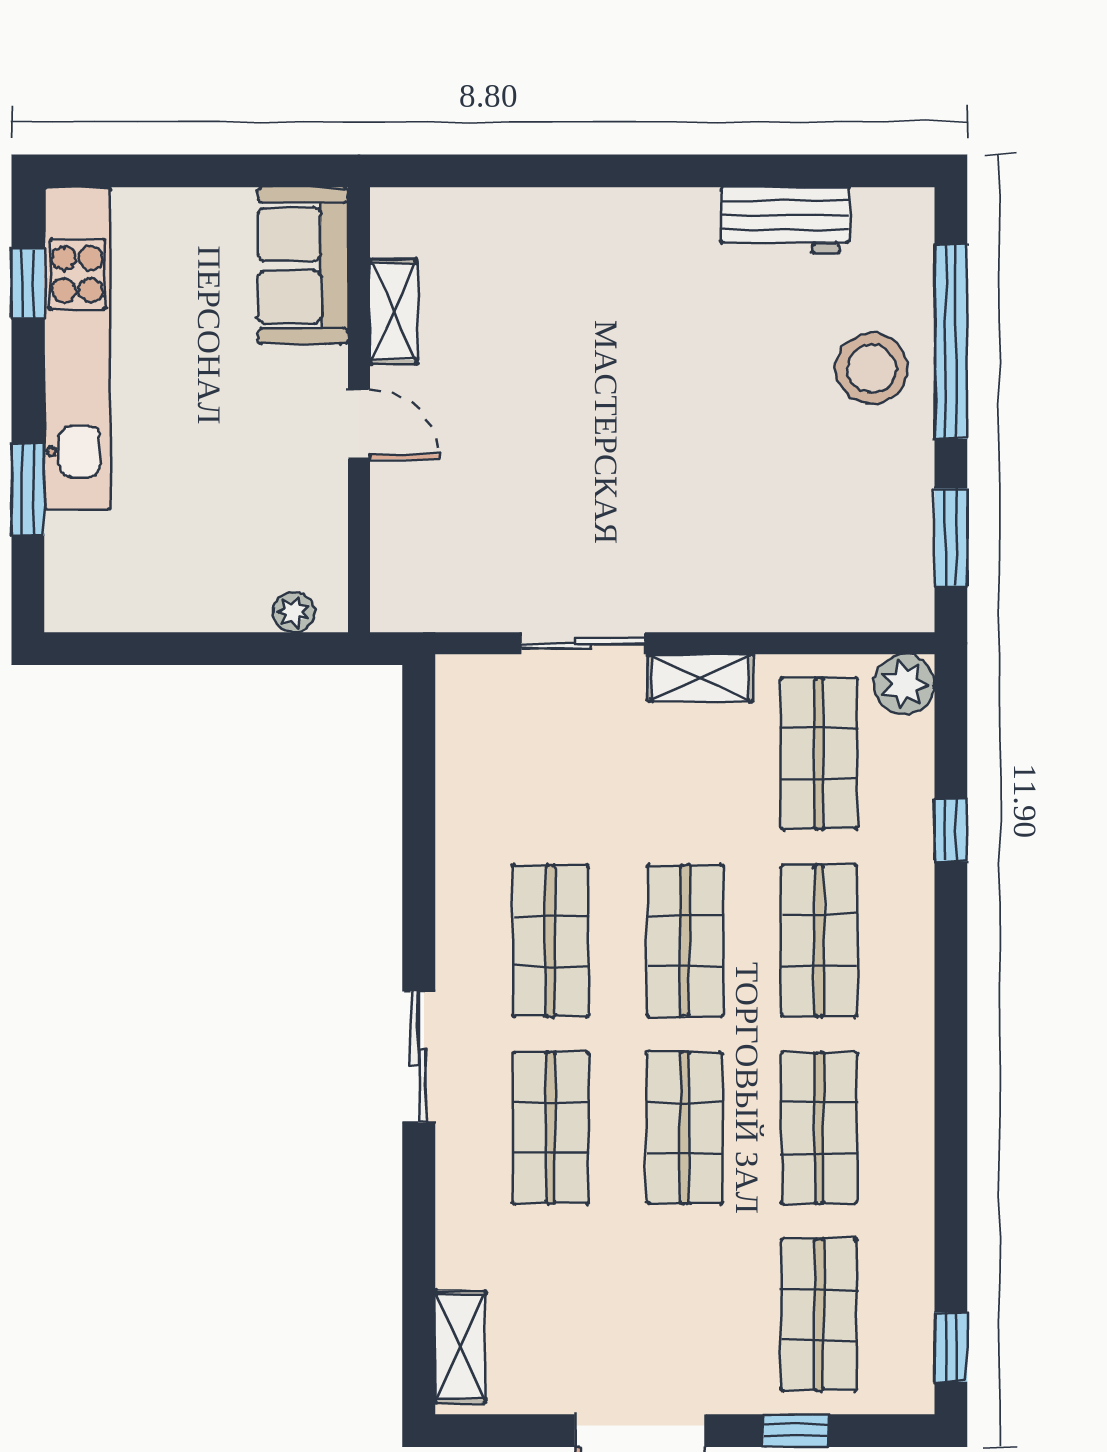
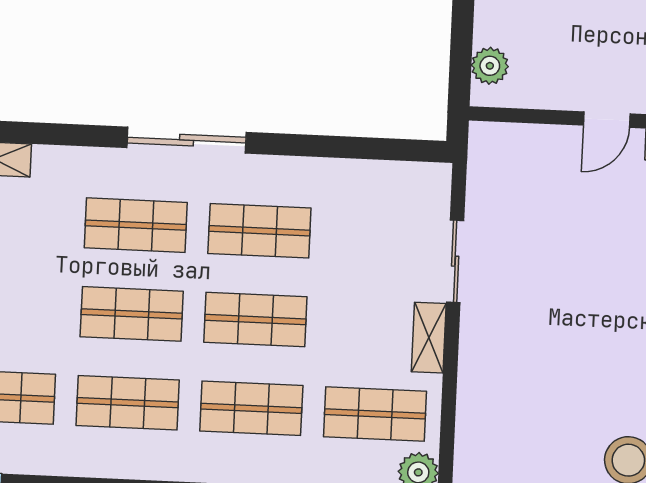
plant: (294, 612) -> (490, 66), width x1.38, depth x1.38
sliding door: (419, 1057) -> (187, 140), width x1.37

